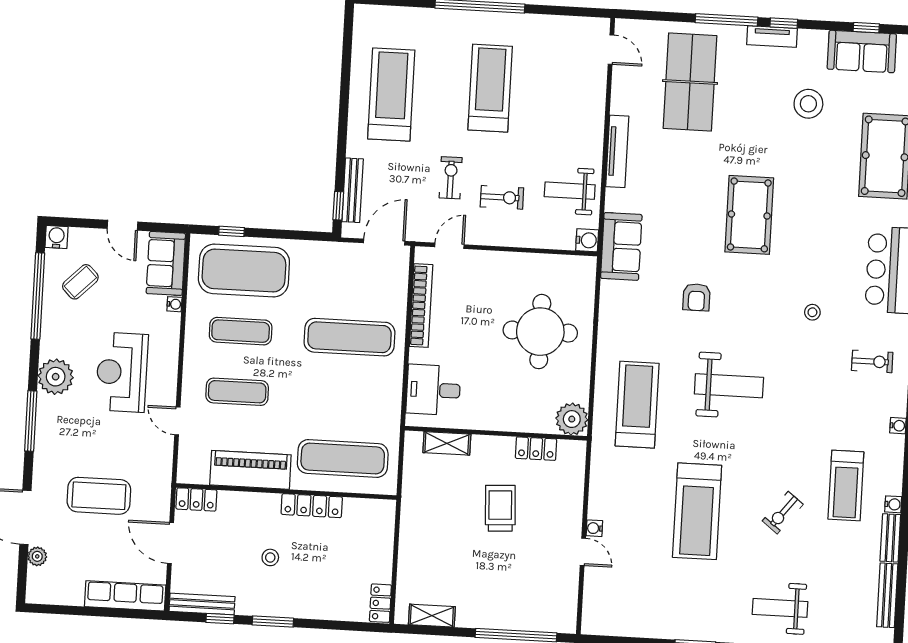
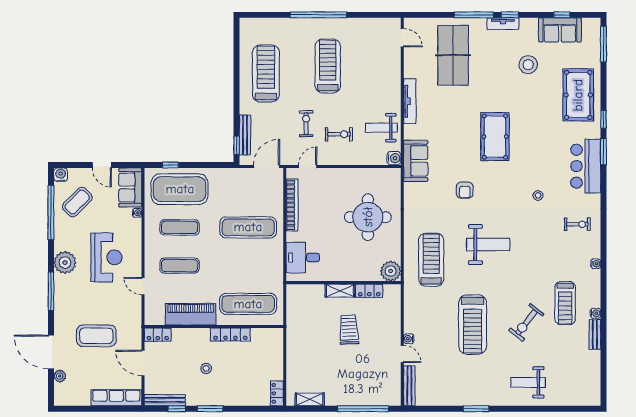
coffee table: (80, 282) -> (77, 202), width x1.36, depth x1.30
reception desk: (122, 372) -> (106, 257), turned 180
shelving: (447, 443) -> (340, 291), moved
exercise bike: (783, 513) -> (526, 322), width x1.38, depth x1.39
bench: (887, 595) -> (409, 386), moved

